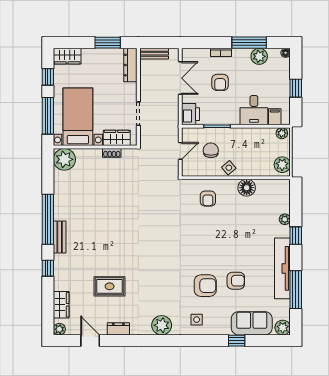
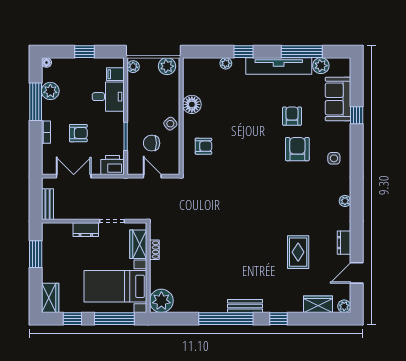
dresser: (130, 65) -> (86, 230), moved, width x0.70
plant: (162, 325) -> (345, 201), width x0.53, depth x0.53
plant: (283, 328) -> (321, 66), moved

